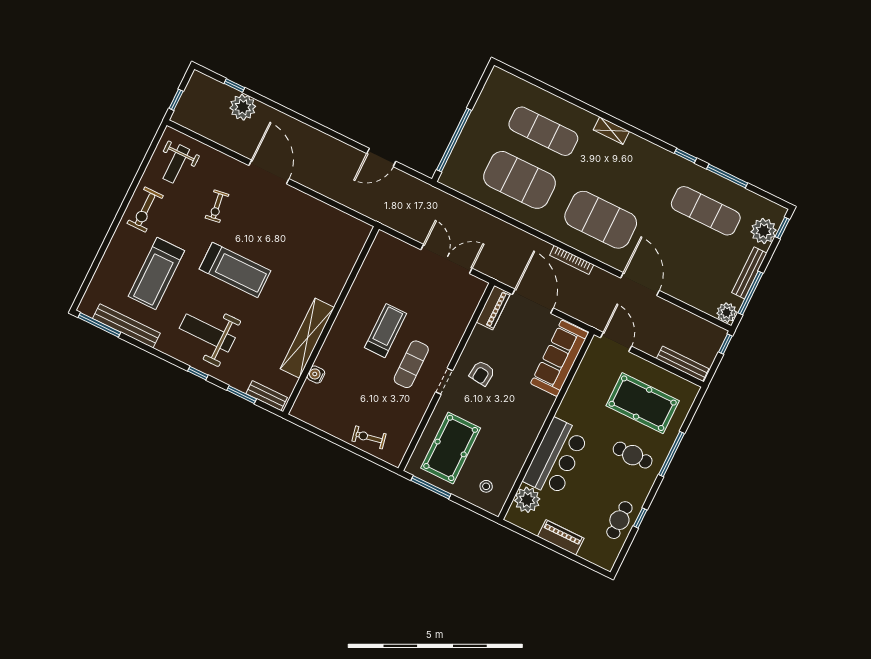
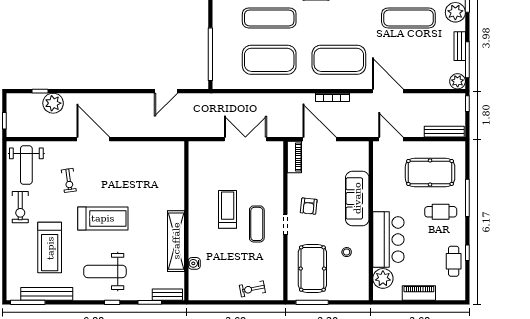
weight bench: (176, 164) -> (26, 165), width x1.36, depth x1.33
bench: (749, 273) -> (460, 46), width x0.73
sofa: (559, 358) -> (357, 198), moved
stool: (486, 486) -> (347, 252), moved

